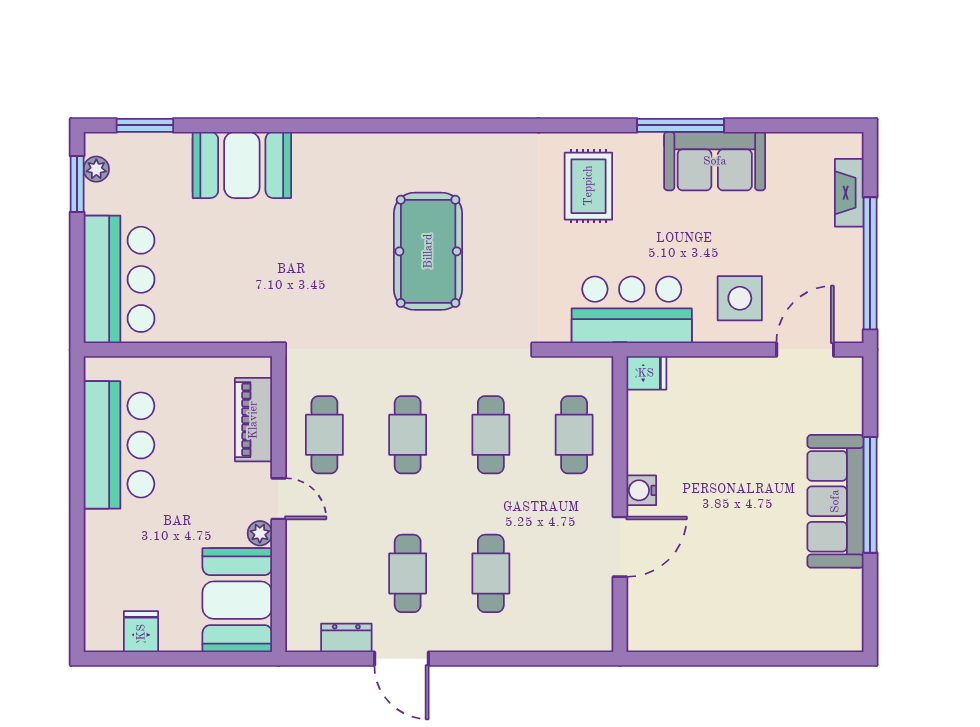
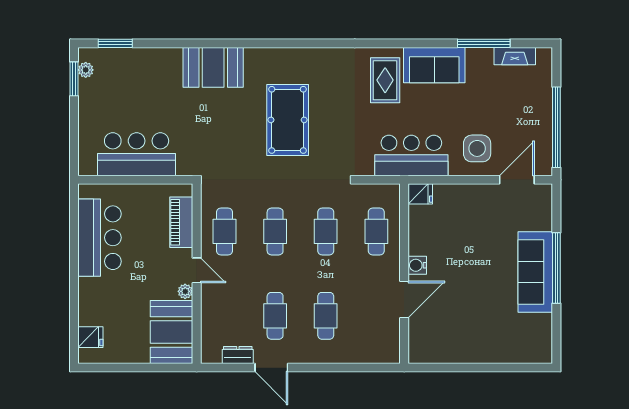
window: (681, 125) -> (484, 43), moved
sofa: (715, 161) -> (434, 65), moved
booth: (242, 165) -> (213, 67), moved
fireplace: (849, 193) -> (515, 56), moved, turned -90
bar counter: (119, 279) -> (137, 154), moved, turned -90
fridge: (141, 632) -> (90, 337), moved, turned 90

